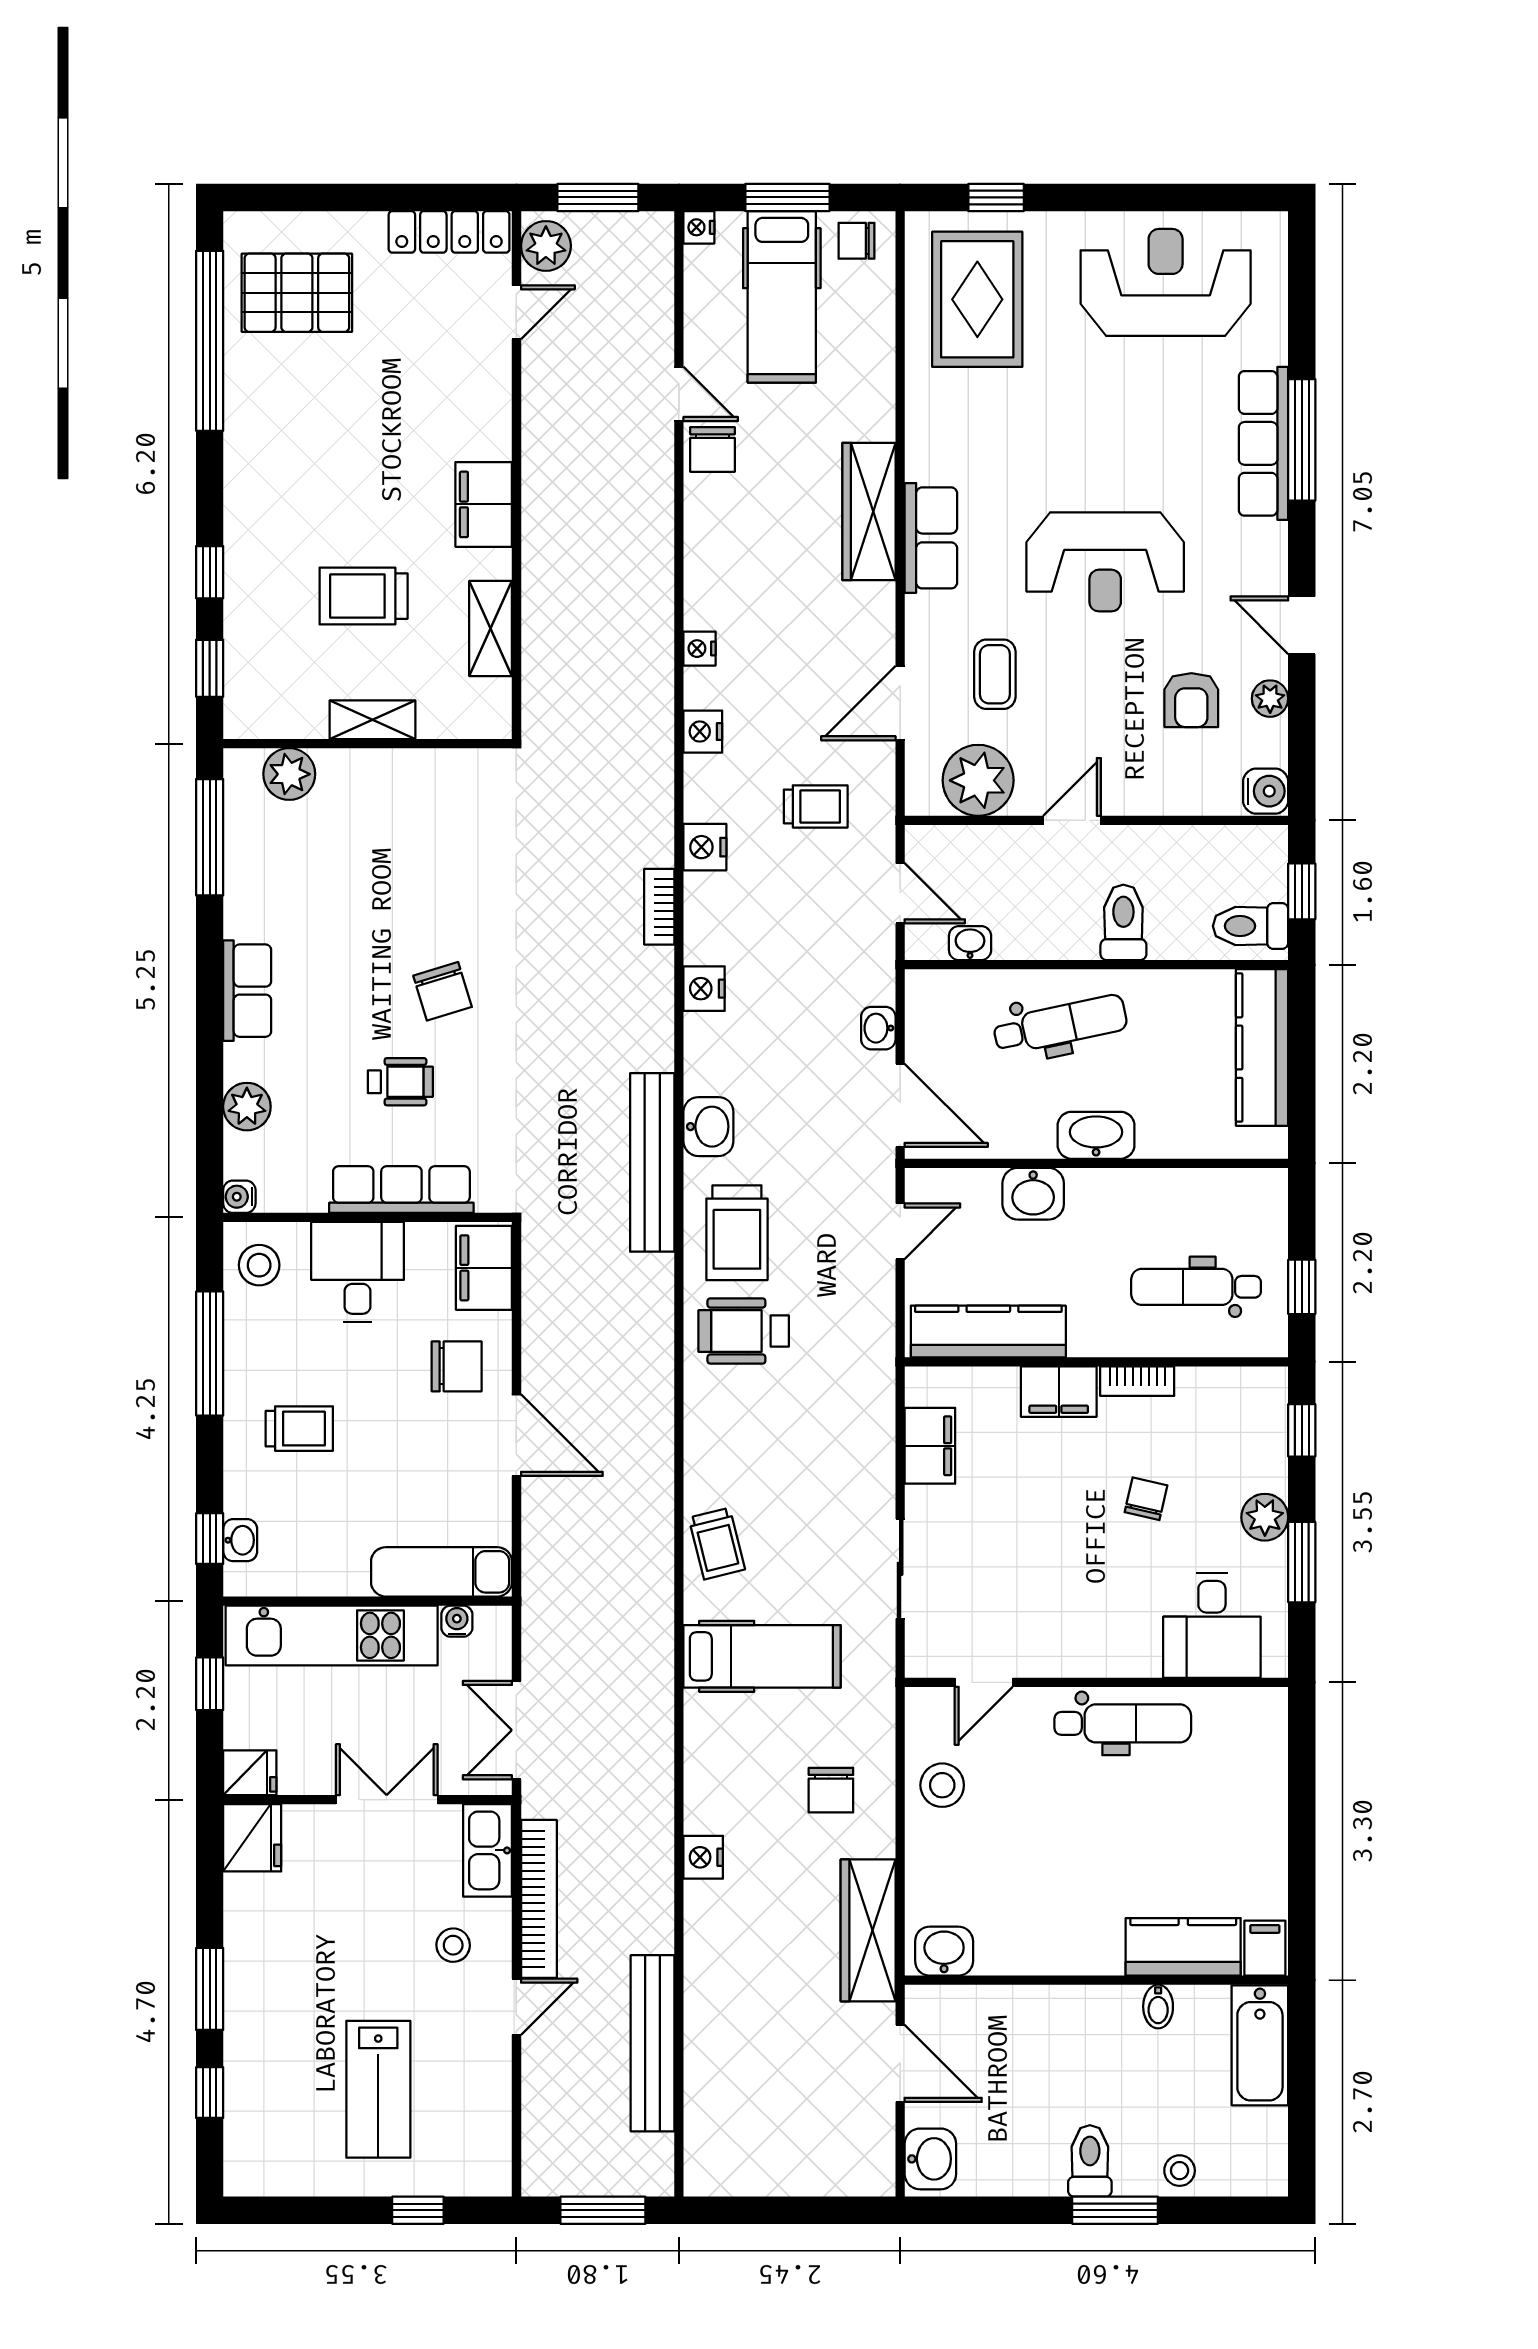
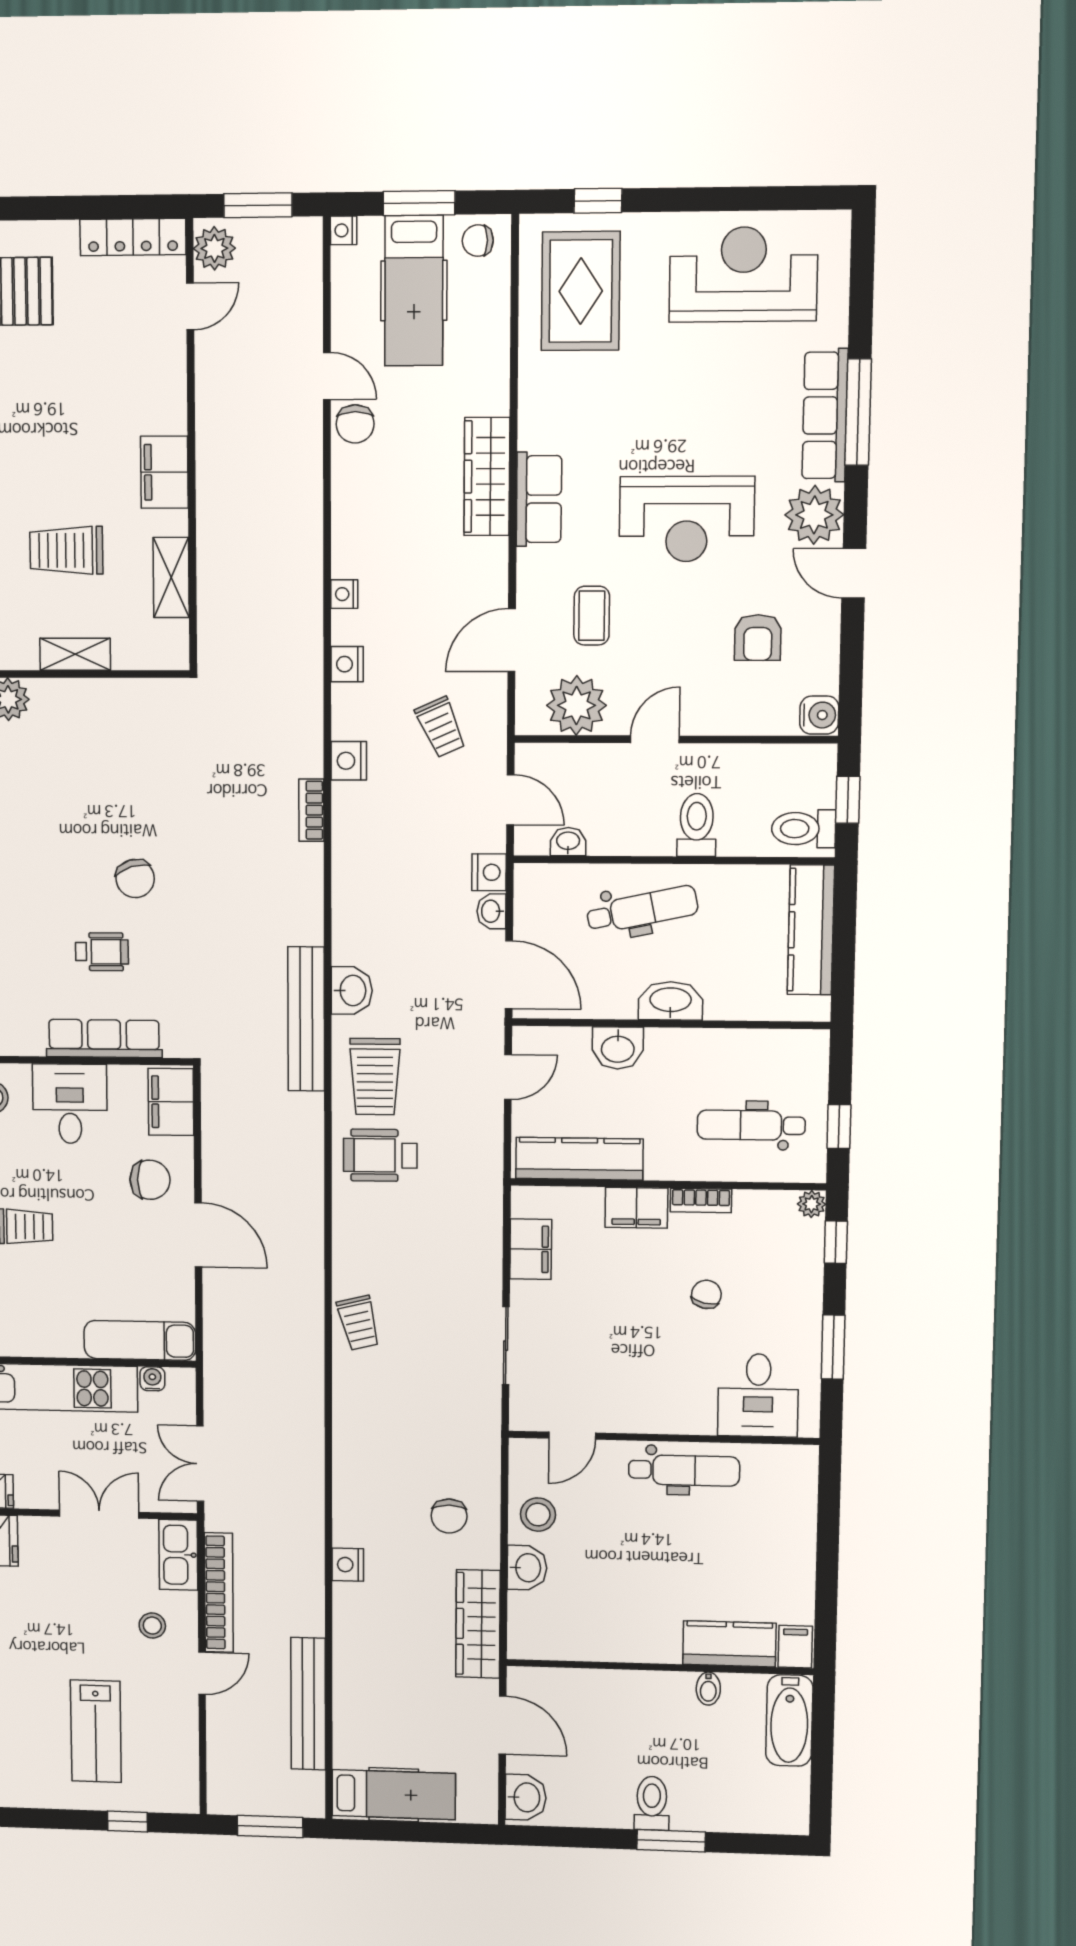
plant: (1270, 699) -> (814, 515), moved, width x1.88, depth x1.88
trolley: (816, 806) -> (441, 727), turned 66
nightstand: (704, 989) -> (489, 872), moved, turned 180
plant: (1265, 1517) -> (812, 1204), moved, width x0.73, depth x0.73
hospital bed: (762, 1656) -> (394, 1795), moved
washbasin: (944, 1951) -> (527, 1568), moved, turned 90
stool: (1180, 2171) -> (723, 1813), removed

